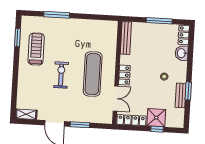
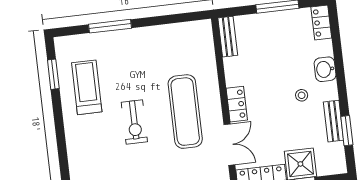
bench: (126, 38) -> (228, 37), width x0.73
washbasin: (182, 53) -> (325, 69), moved
exercise bike: (61, 75) -> (134, 122), turned 180
window: (188, 91) -> (347, 131), moved

